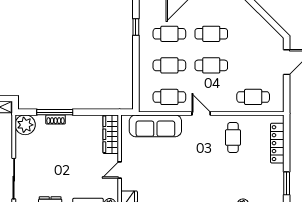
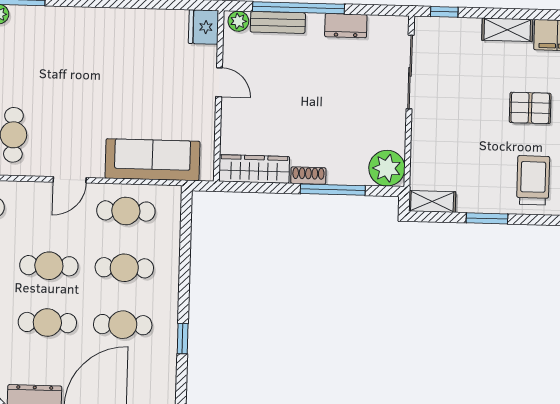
door: (201, 113) -> (70, 180), hinge flipped
shoe rack: (56, 119) -> (308, 176), moved
wardrobe: (111, 134) -> (254, 169), moved, turned -90
door: (120, 170) -> (219, 82), hinge flipped

